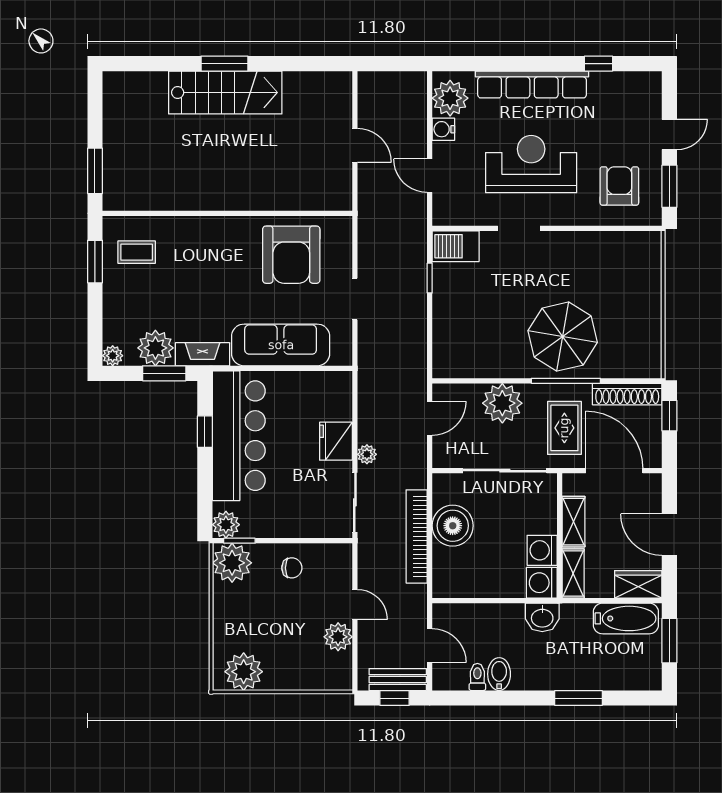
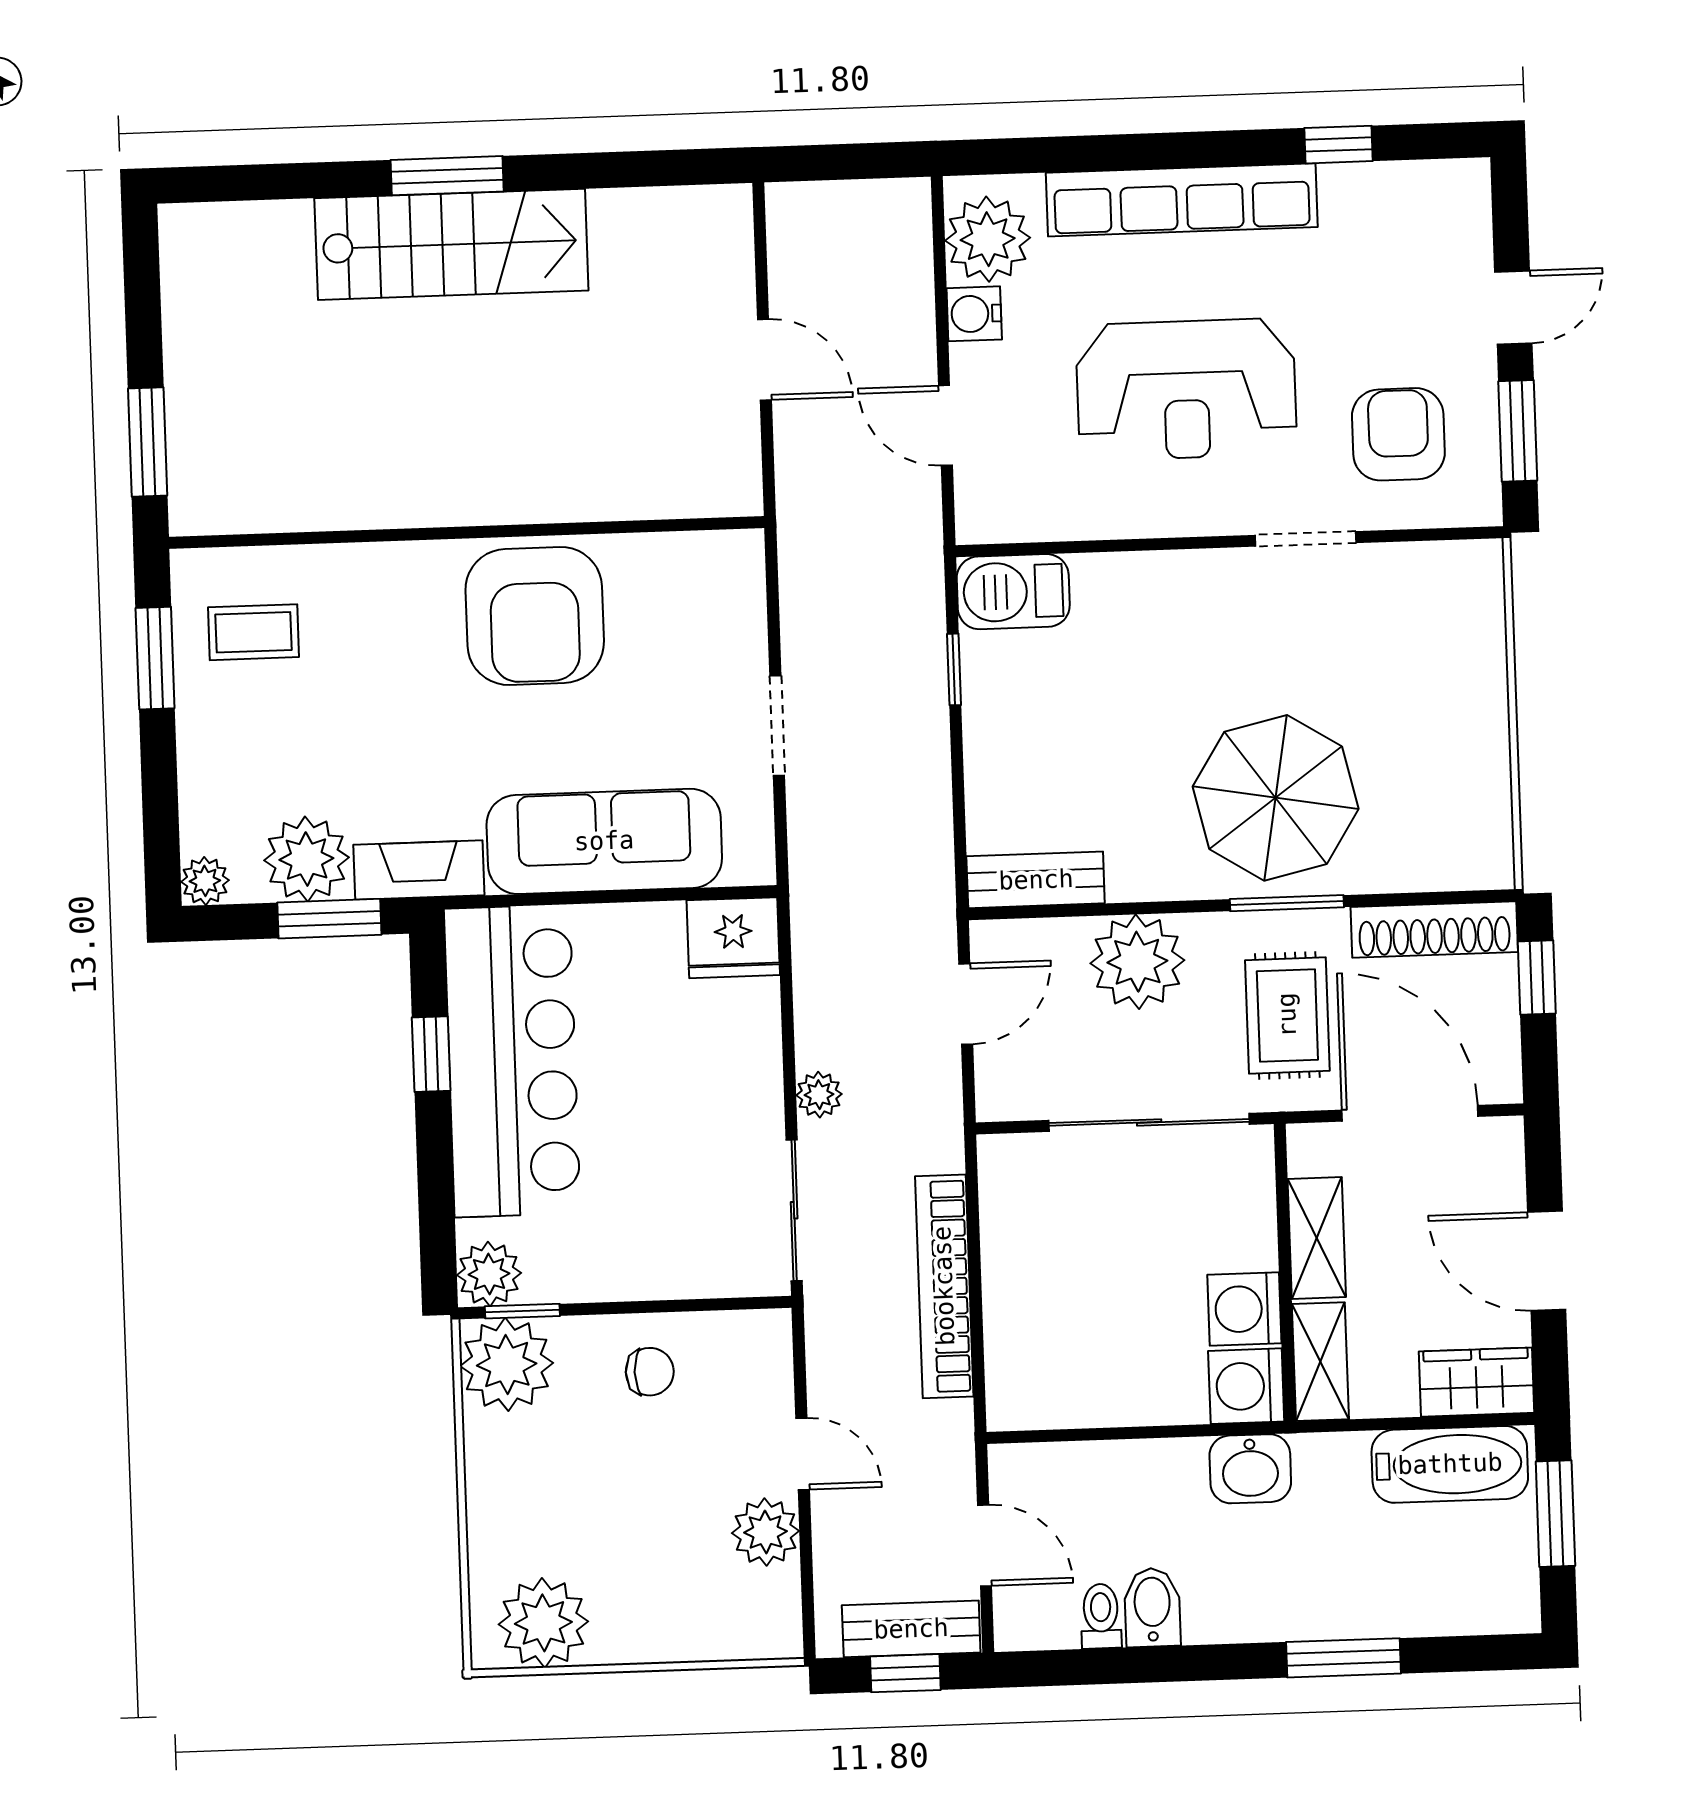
reception desk: (531, 164) -> (1186, 389), turned 180
doorway: (519, 228) -> (1306, 539), moved
armchair: (291, 255) -> (535, 616), moved
bench: (461, 367) -> (1036, 880), added
window: (566, 381) -> (1287, 903), width x0.69
fridge: (336, 441) -> (733, 938), moved, turned -90
boiler: (453, 526) -> (1029, 1258), removed

